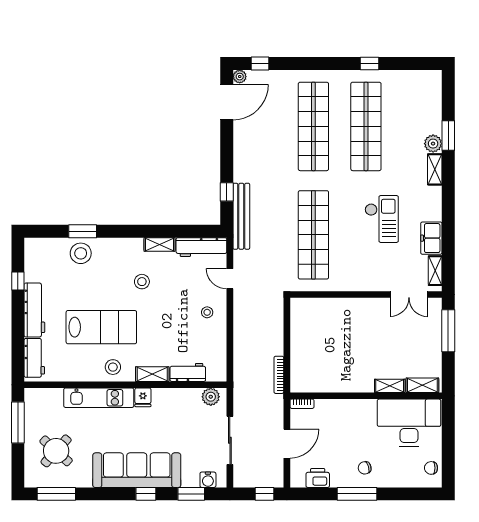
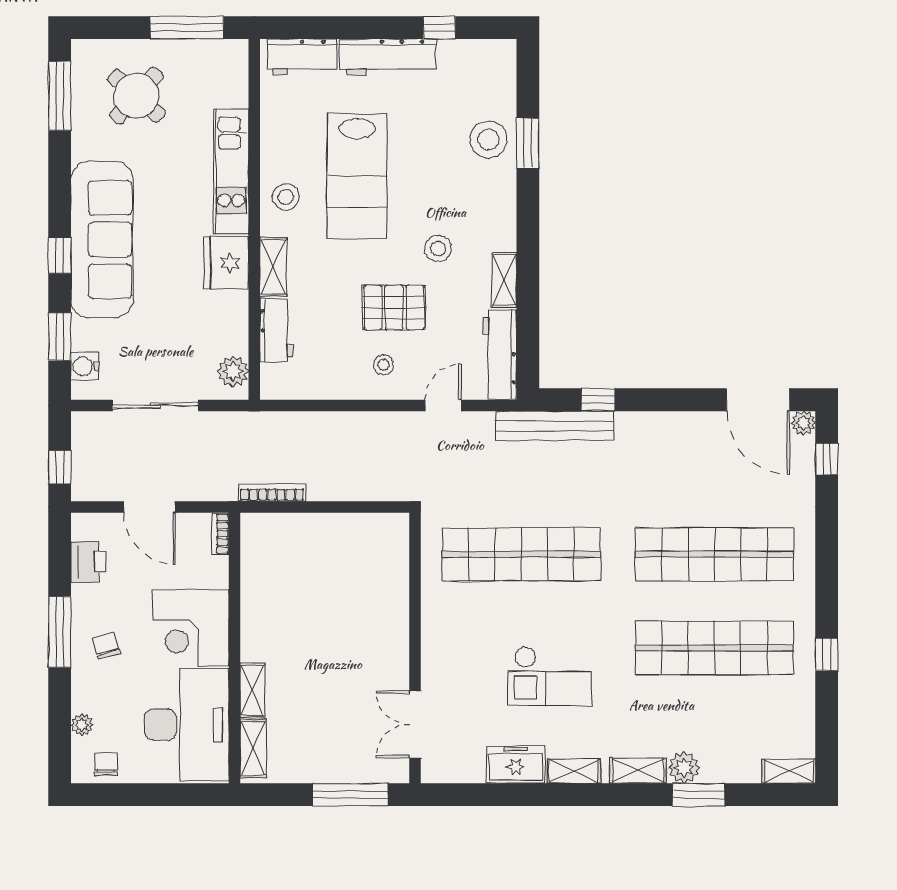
shelving: (435, 85) -> (789, 771), added
shelving: (435, 271) -> (574, 771), moved
pallet: (175, 306) -> (394, 307), added
fridge: (143, 397) -> (226, 263), width x1.88, depth x1.34
corner desk: (355, 420) -> (191, 628), added
plant: (409, 481) -> (82, 725), added

